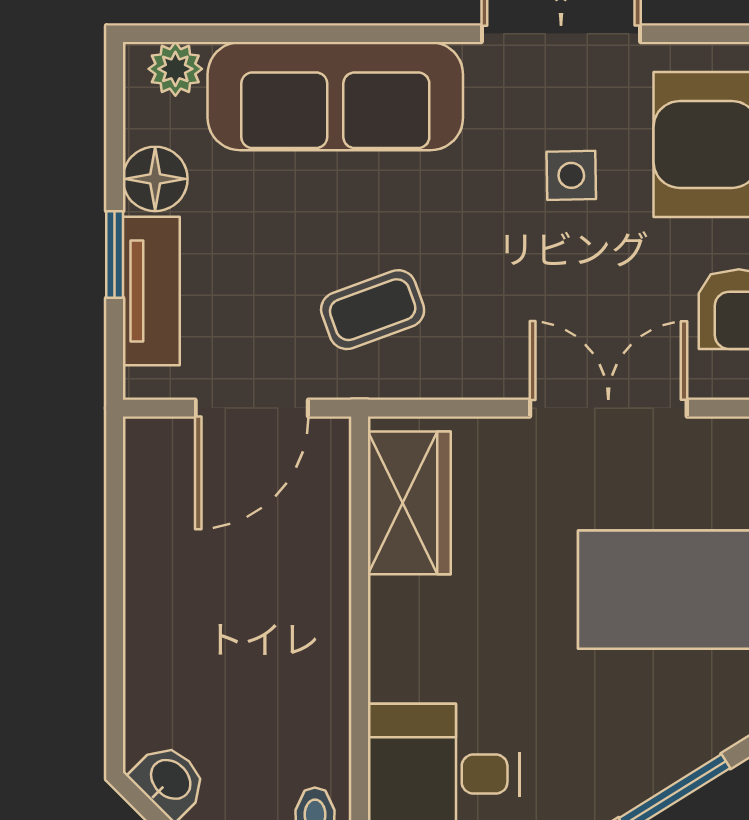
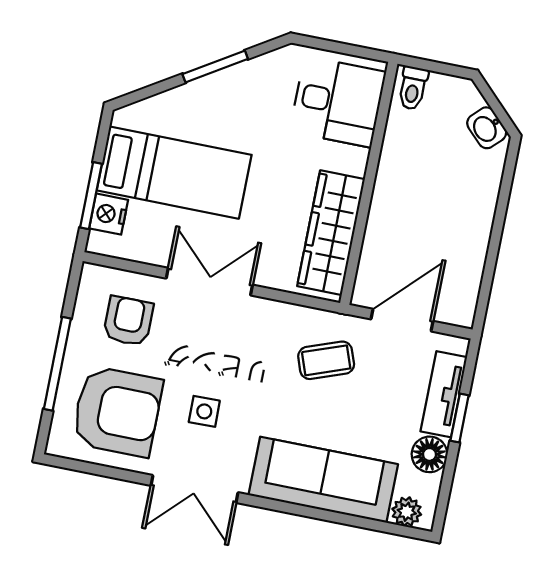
double door: (608, 408) -> (209, 282), swing flipped
wardrobe: (409, 503) -> (331, 233), width x1.50

